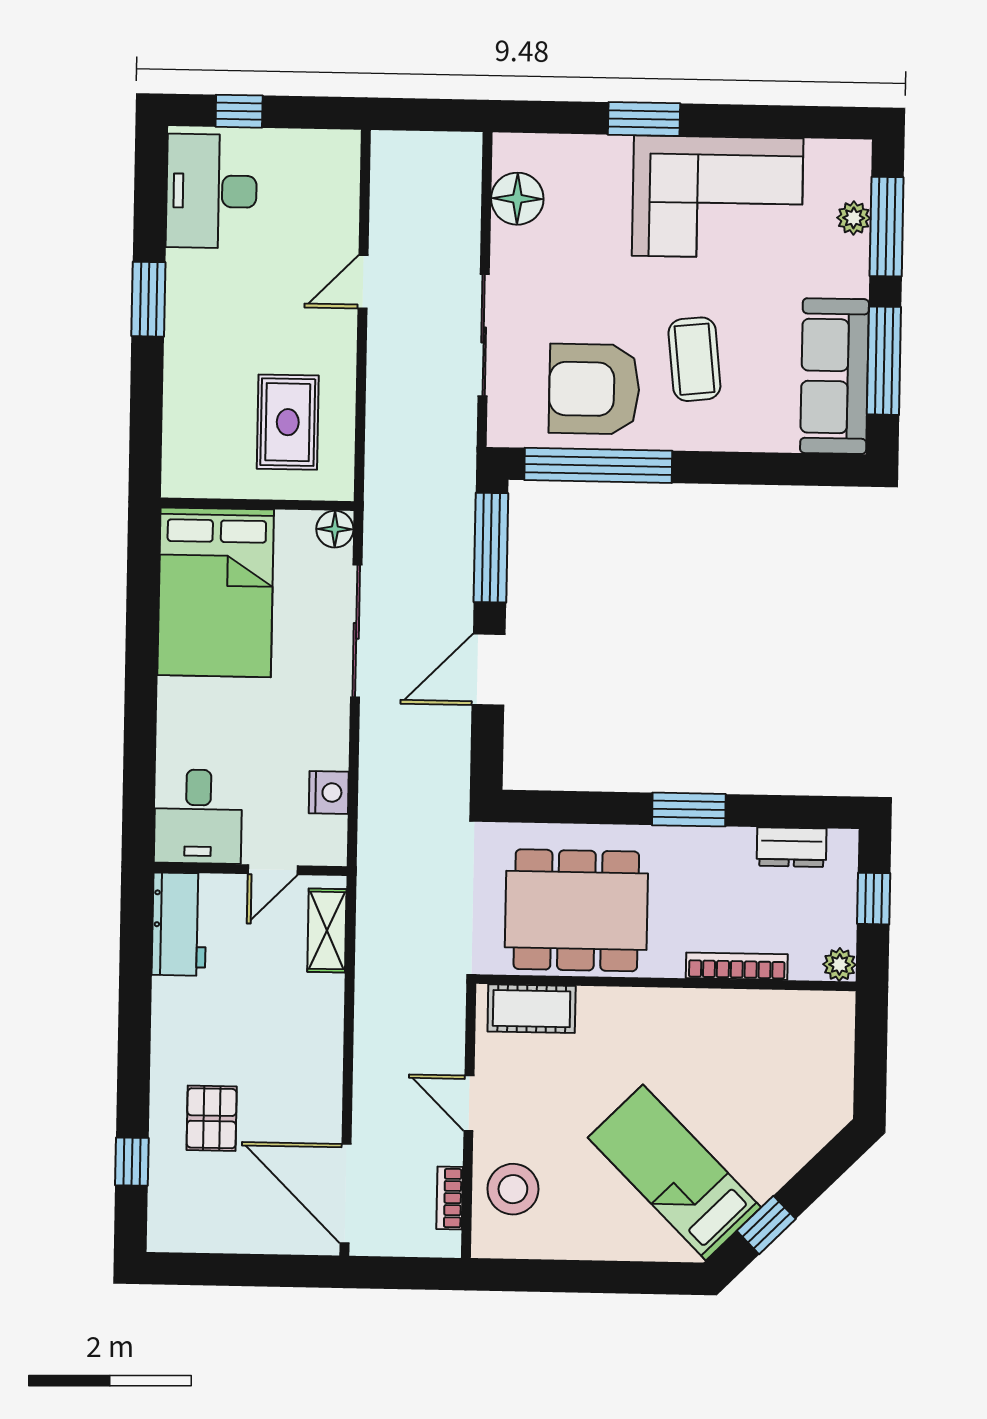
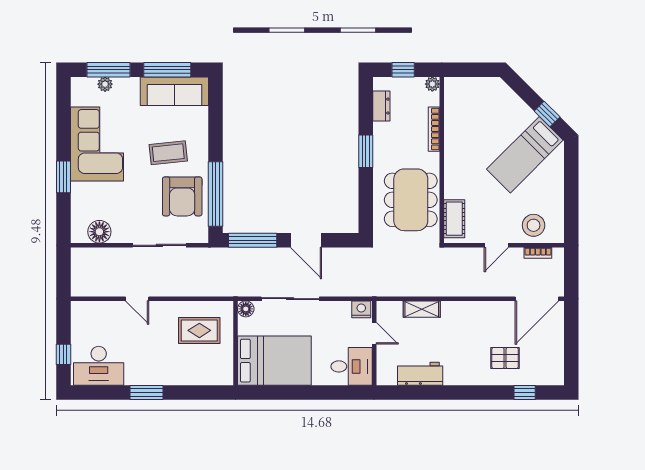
desk: (198, 817) -> (352, 366), moved
wall: (250, 869) -> (374, 343), moved
door: (273, 870) -> (374, 333), moved

